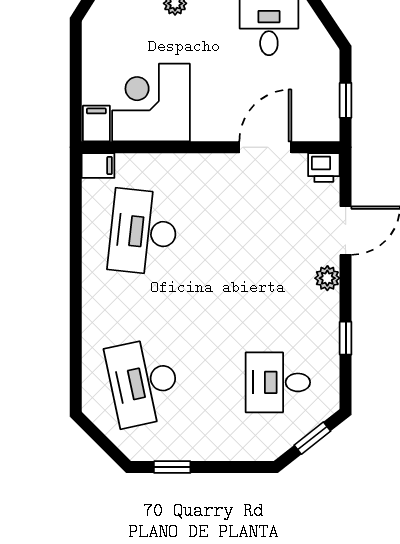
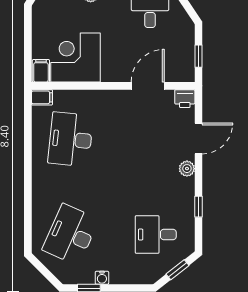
desk: (143, 382) -> (71, 235), turned 36
water cooler: (193, 451) -> (102, 278), added

